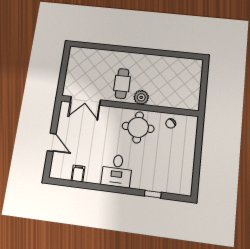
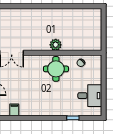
cafe table: (122, 84) -> (39, 35), removed
desk: (117, 171) -> (90, 96), moved, turned -90

